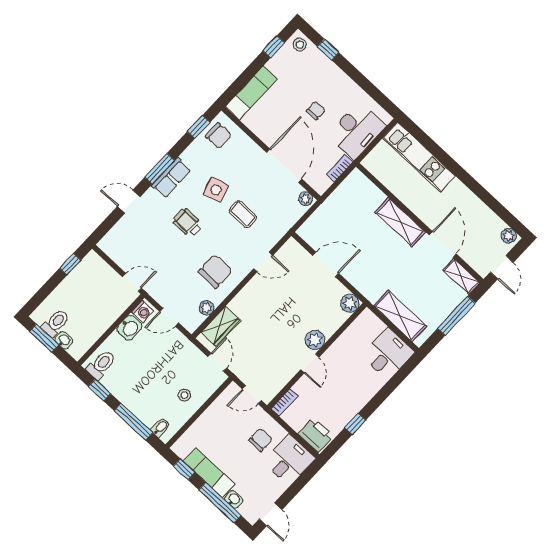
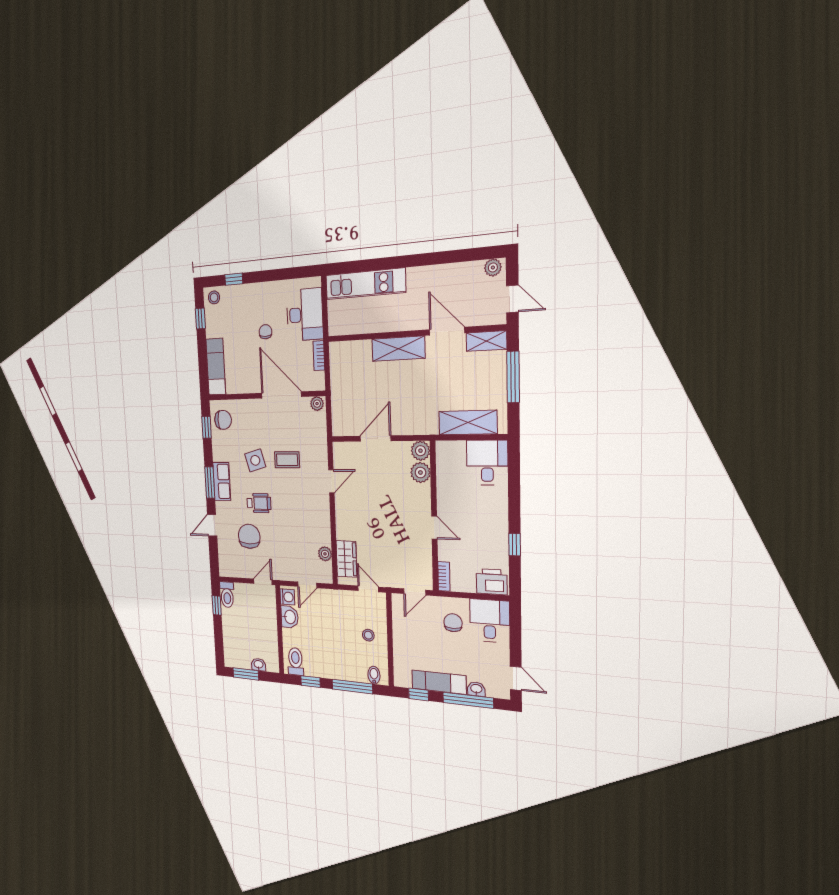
wheelchair: (188, 223) -> (259, 503), turned 180
chair: (215, 271) -> (249, 536), moved
toilet: (56, 323) -> (227, 595), moved, turned 180
plant: (315, 340) -> (420, 472), moved

